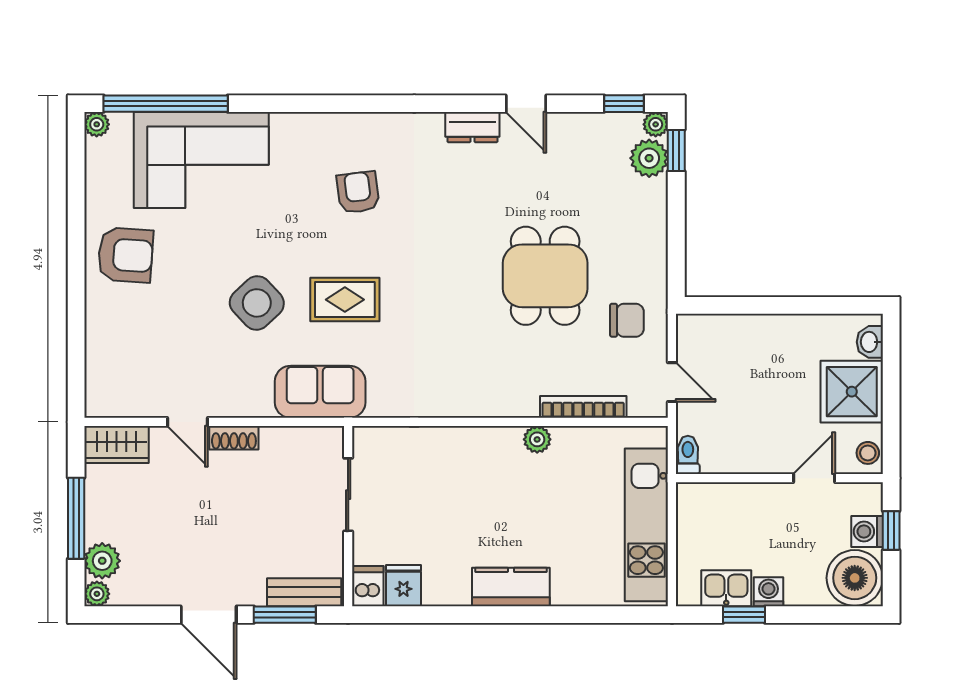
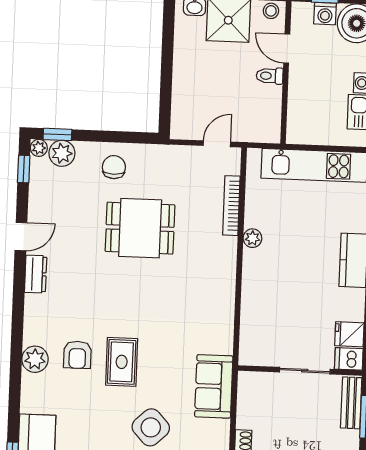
plant: (349, 131) -> (35, 359), added
armchair: (358, 192) -> (77, 355), turned -83
rug: (345, 300) -> (122, 362), moved
chair: (627, 320) -> (114, 167), moved
toilet: (688, 455) -> (270, 76), moved
sliding door: (348, 495) -> (305, 371), moved

